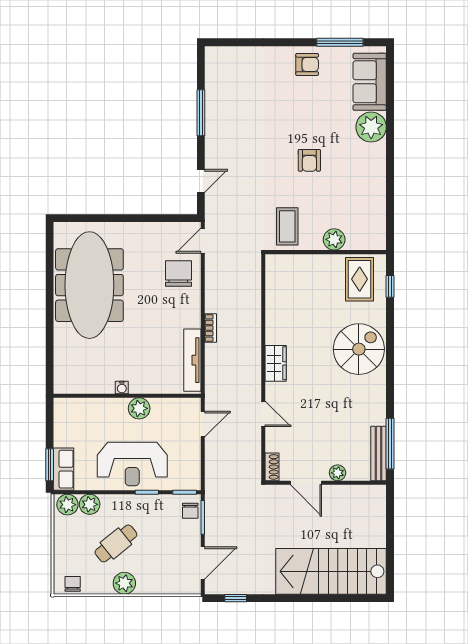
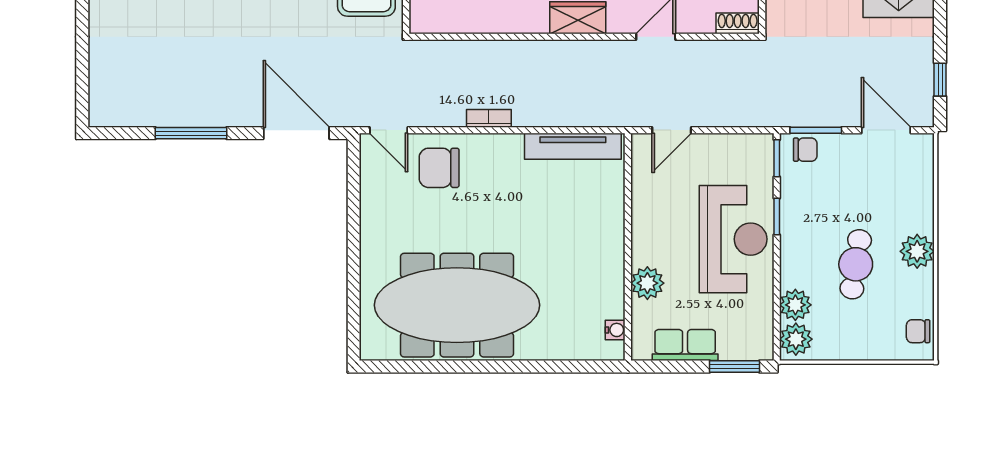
door: (201, 181) -> (296, 133), width x1.88
bookcase: (210, 328) -> (489, 118), moved
water cooler: (122, 388) -> (615, 330), moved
plant: (139, 408) -> (647, 283), moved
door: (203, 424) -> (672, 130), swing flipped
row of seats: (64, 469) -> (685, 345), moved
cafe table: (116, 543) -> (856, 264), turned 48

